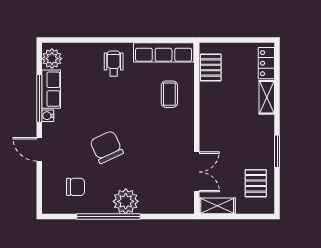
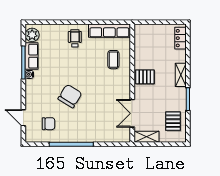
pallet: (211, 68) -> (145, 77), moved, turned 90
shelving: (267, 97) -> (181, 75), moved
chair: (107, 147) -> (70, 96), turned 57
door: (39, 149) -> (23, 118), moved
double door: (197, 172) -> (132, 113), swing flipped
plant: (126, 201) -> (83, 134), removed

